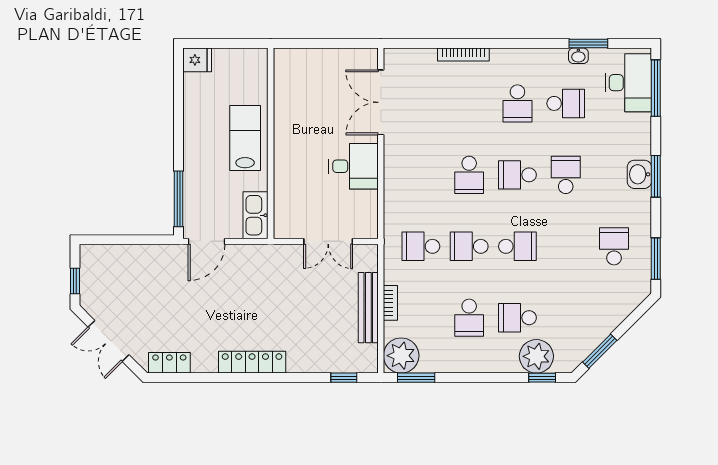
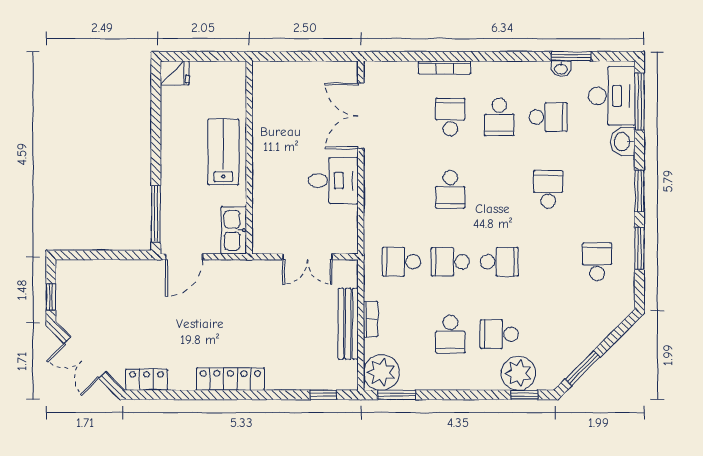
washbasin: (639, 174) -> (623, 142), moved
school desk: (517, 175) -> (450, 117), moved, turned 90
window: (656, 259) -> (639, 249), moved

